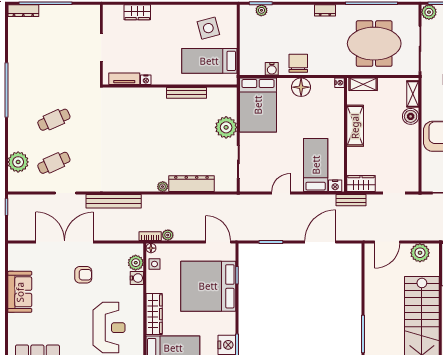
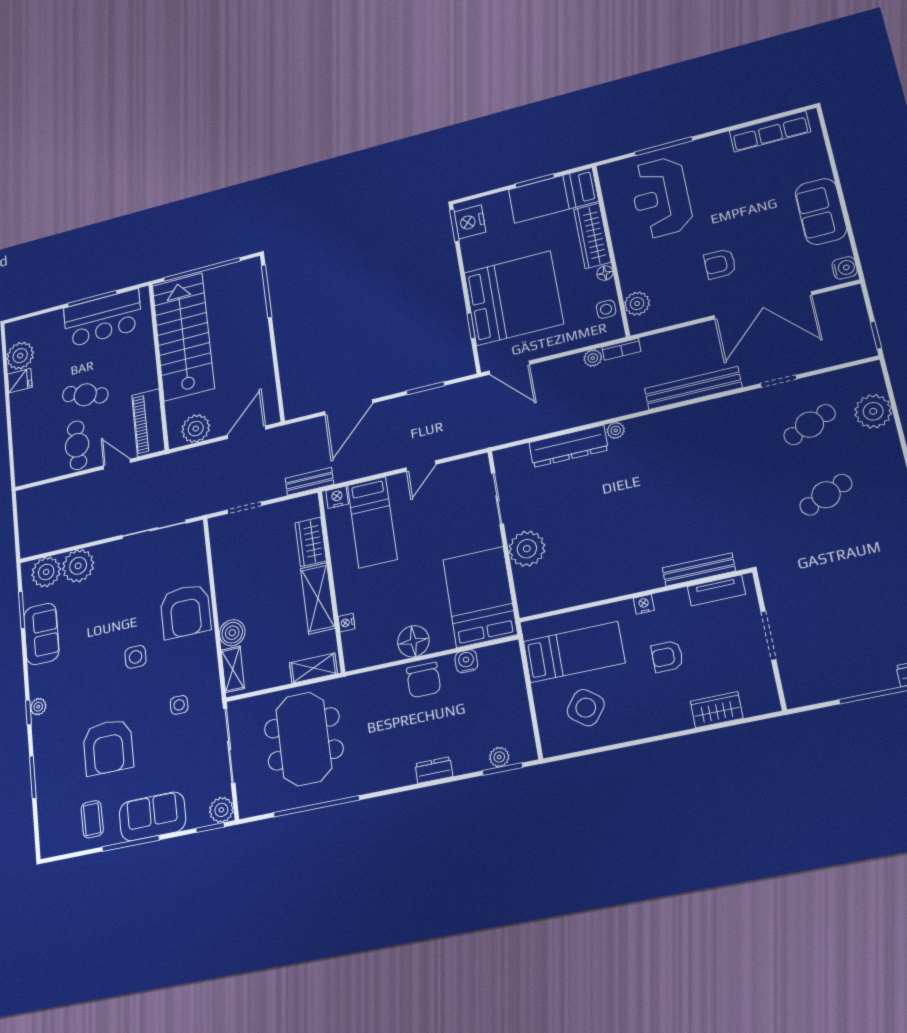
dresser: (325, 10) -> (434, 770), moved
side table: (208, 28) -> (586, 708), turned -38
meeting table: (374, 44) -> (304, 739), turned 90
armchair: (158, 47) -> (667, 656), added
nightstand: (146, 80) -> (644, 604), moved
nightstand: (339, 83) -> (346, 623), moved
bench: (187, 93) -> (699, 569), moved
wardrobe: (361, 183) -> (311, 542), moved, turned 90
floor lamp: (151, 248) -> (605, 273), moved
water cooler: (137, 278) -> (845, 268), moved, turned 180

